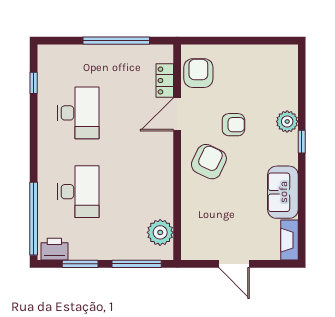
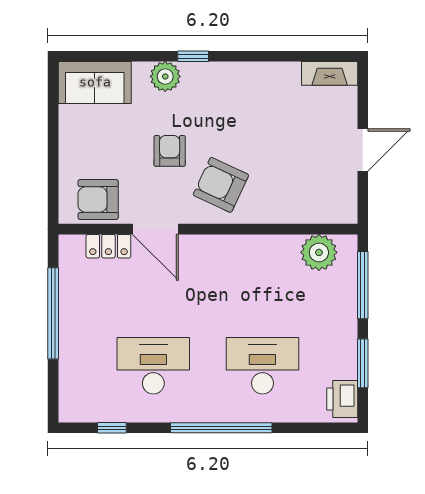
sofa: (283, 192) -> (95, 82), moved
window: (34, 219) -> (221, 428), moved

